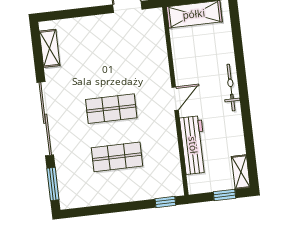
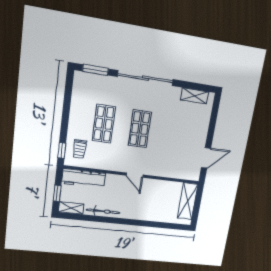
bicycle: (231, 88) -> (103, 211), moved
workbench: (193, 145) -> (84, 178), moved
trolley: (158, 180) -> (80, 149), added

